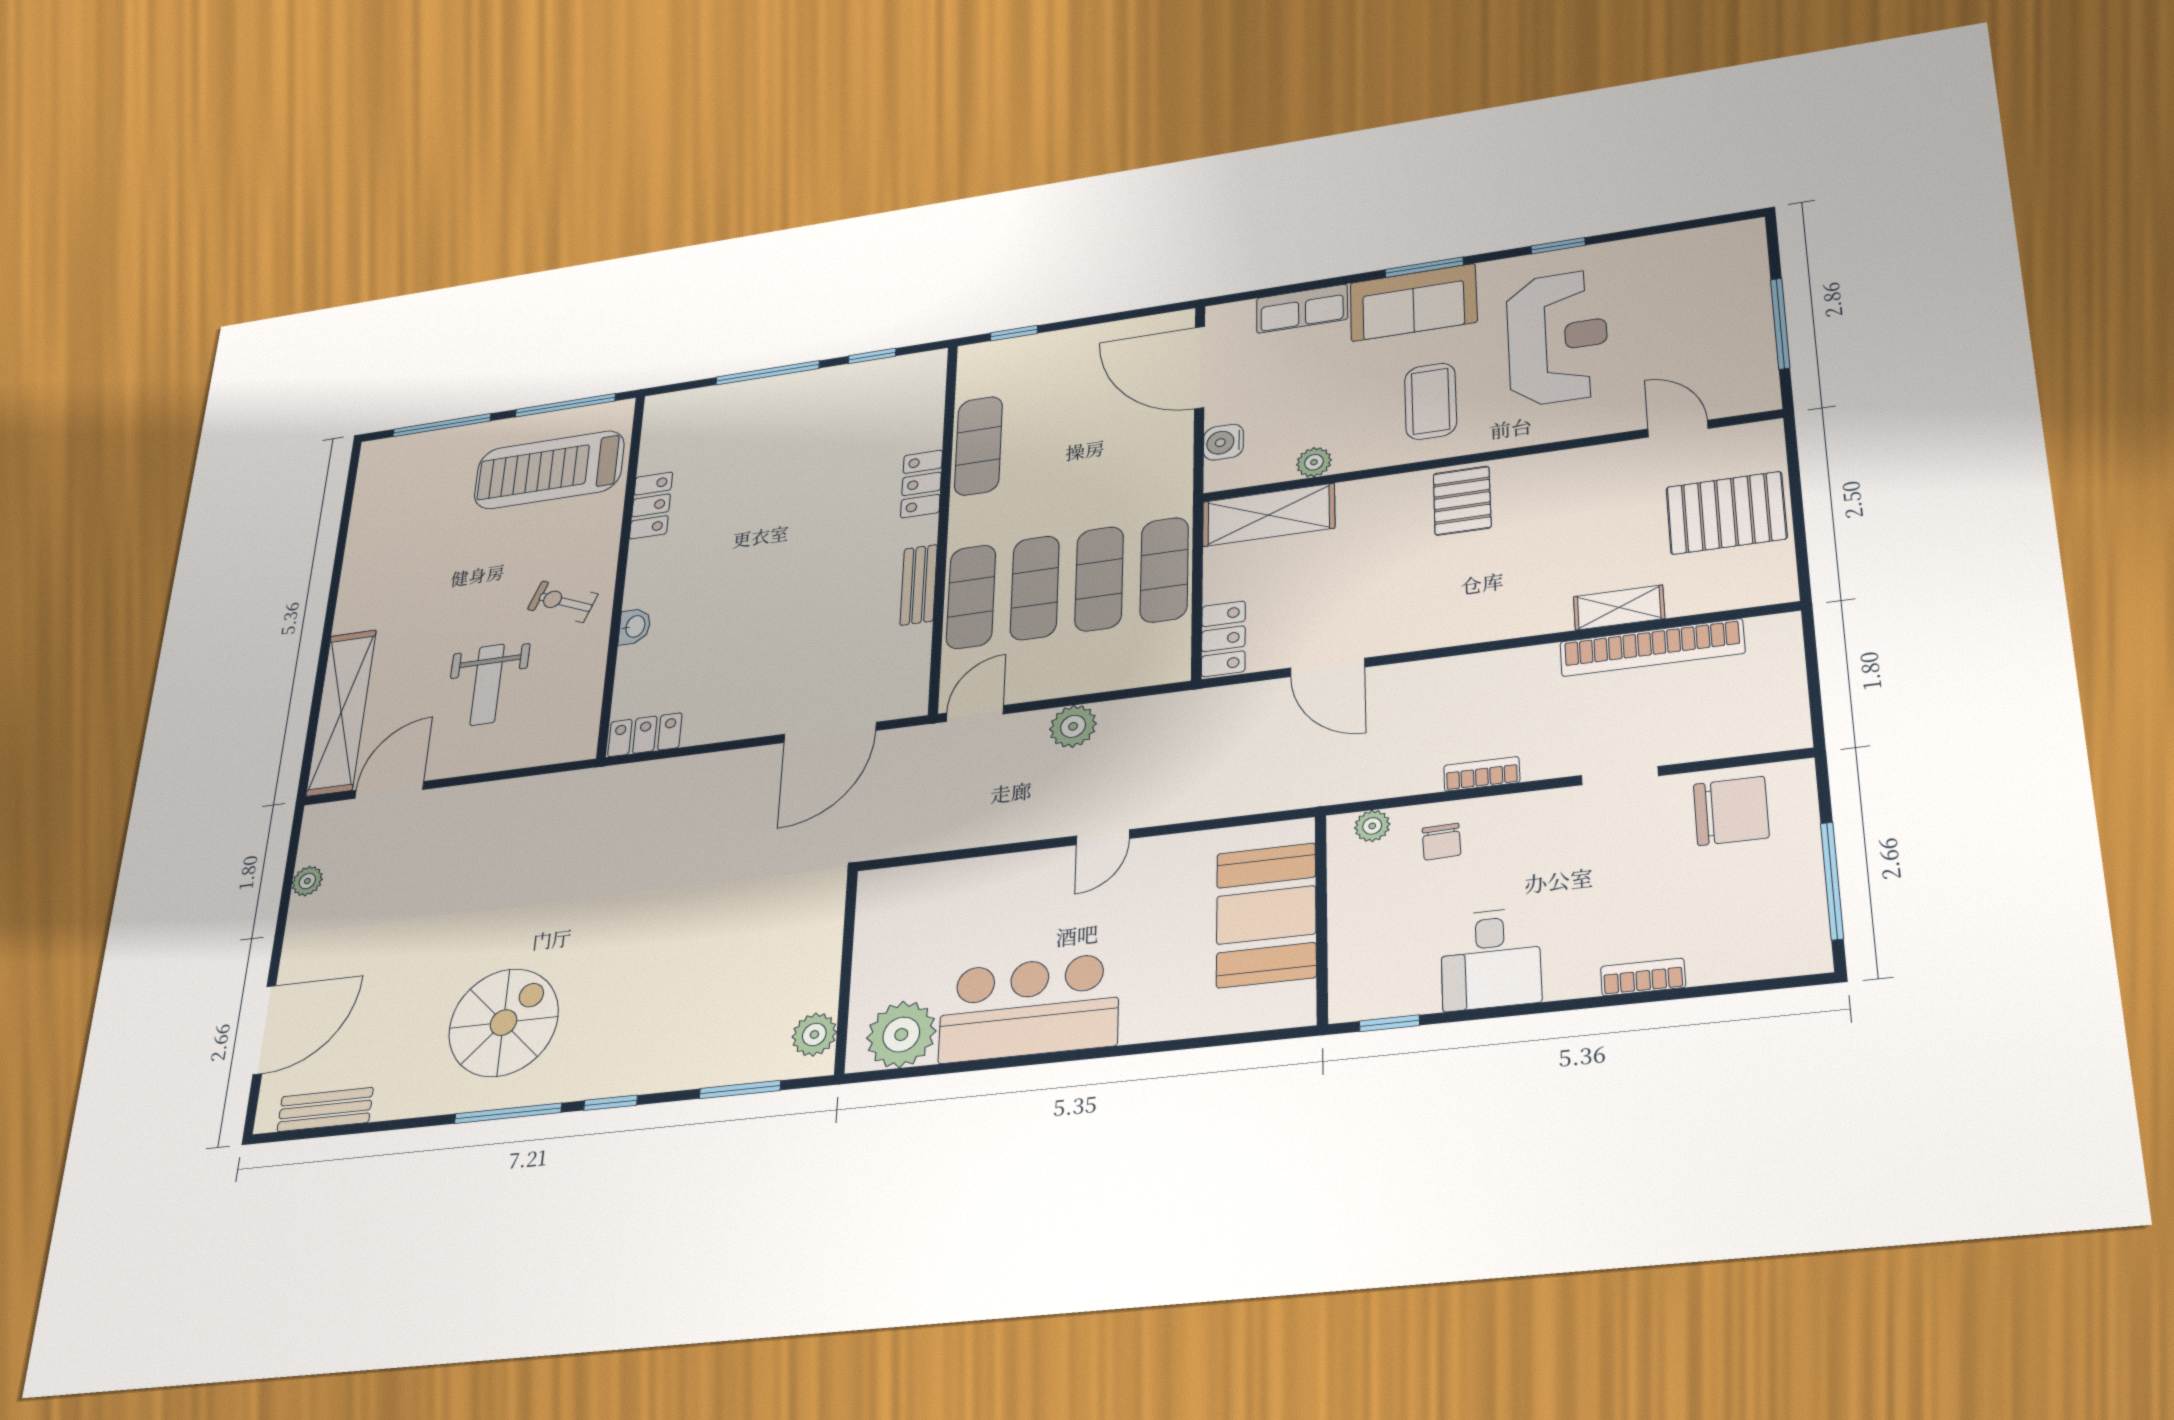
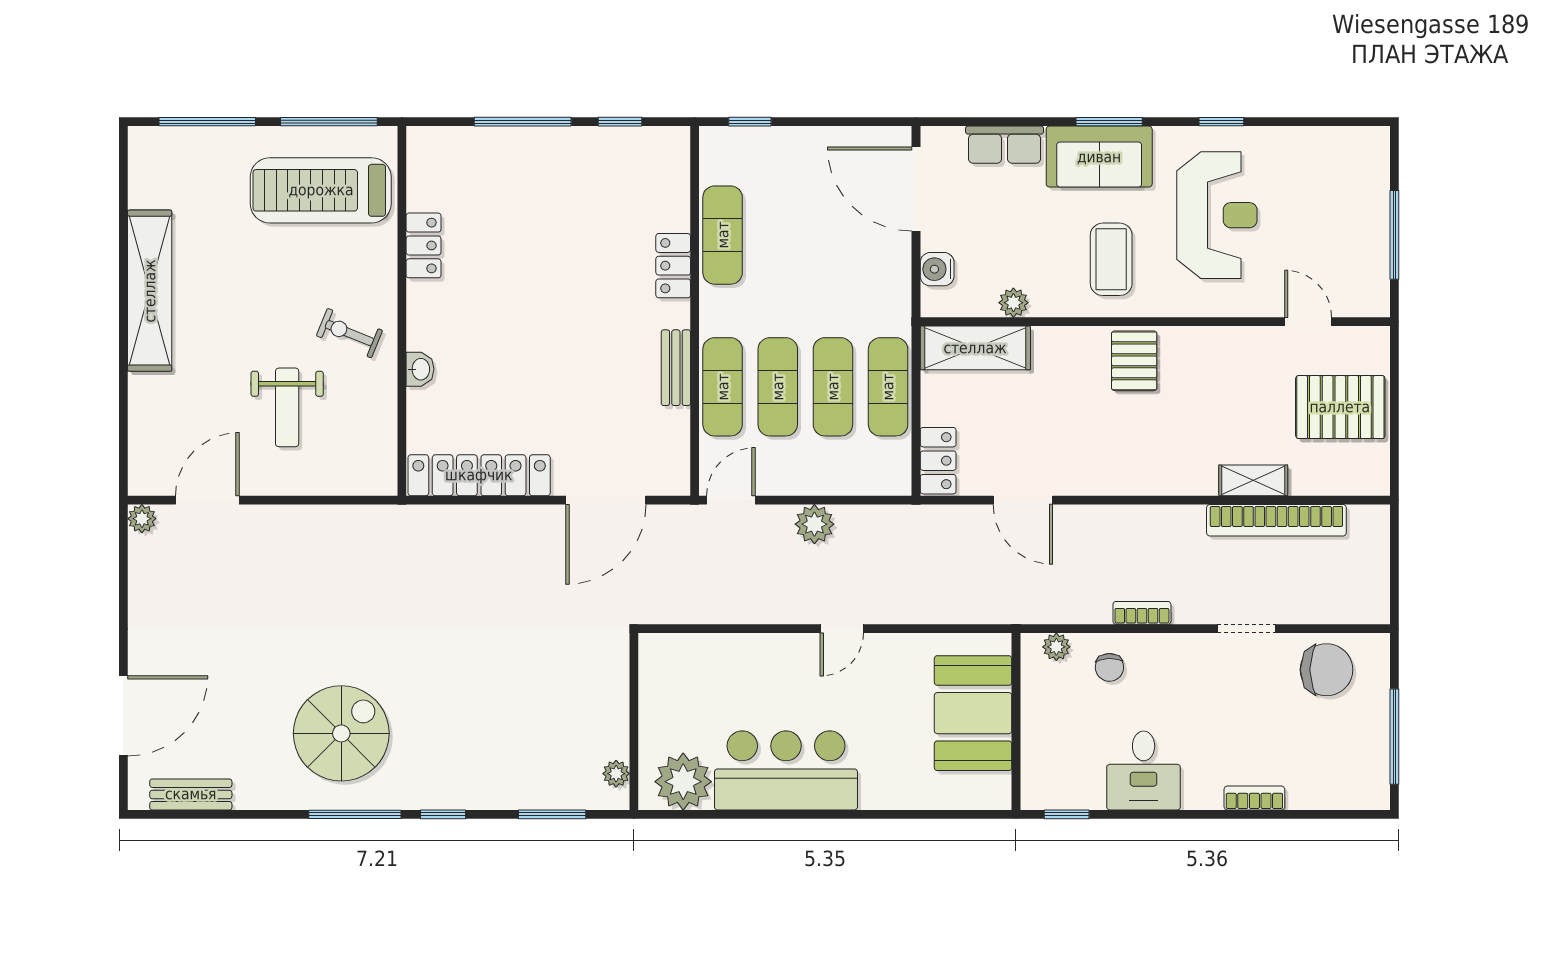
shelving: (341, 712) -> (150, 291), moved
locker: (645, 735) -> (479, 475), width x2.16, depth x1.21
plant: (307, 881) -> (142, 519), moved
plant: (814, 1035) -> (616, 774), width x0.73, depth x0.73

